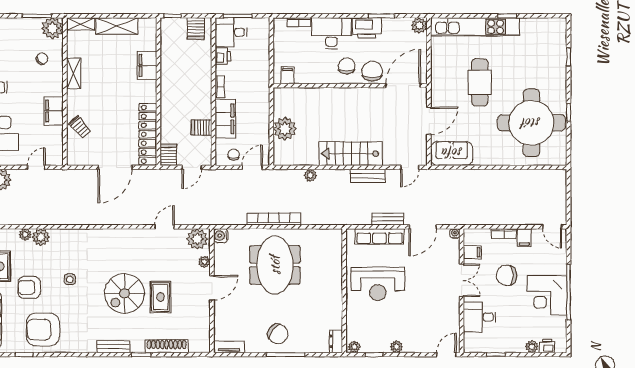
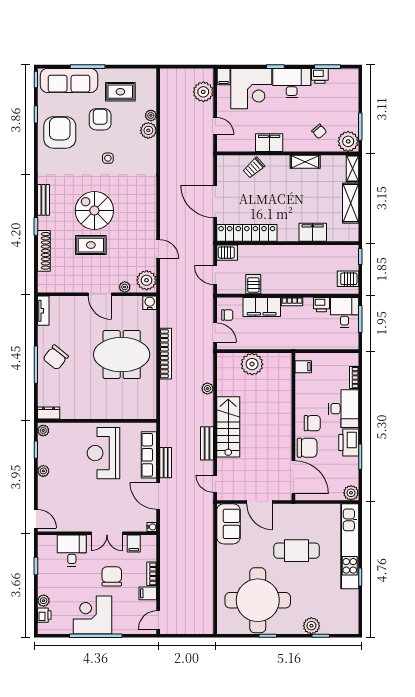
plant: (558, 67) -> (311, 626), added

